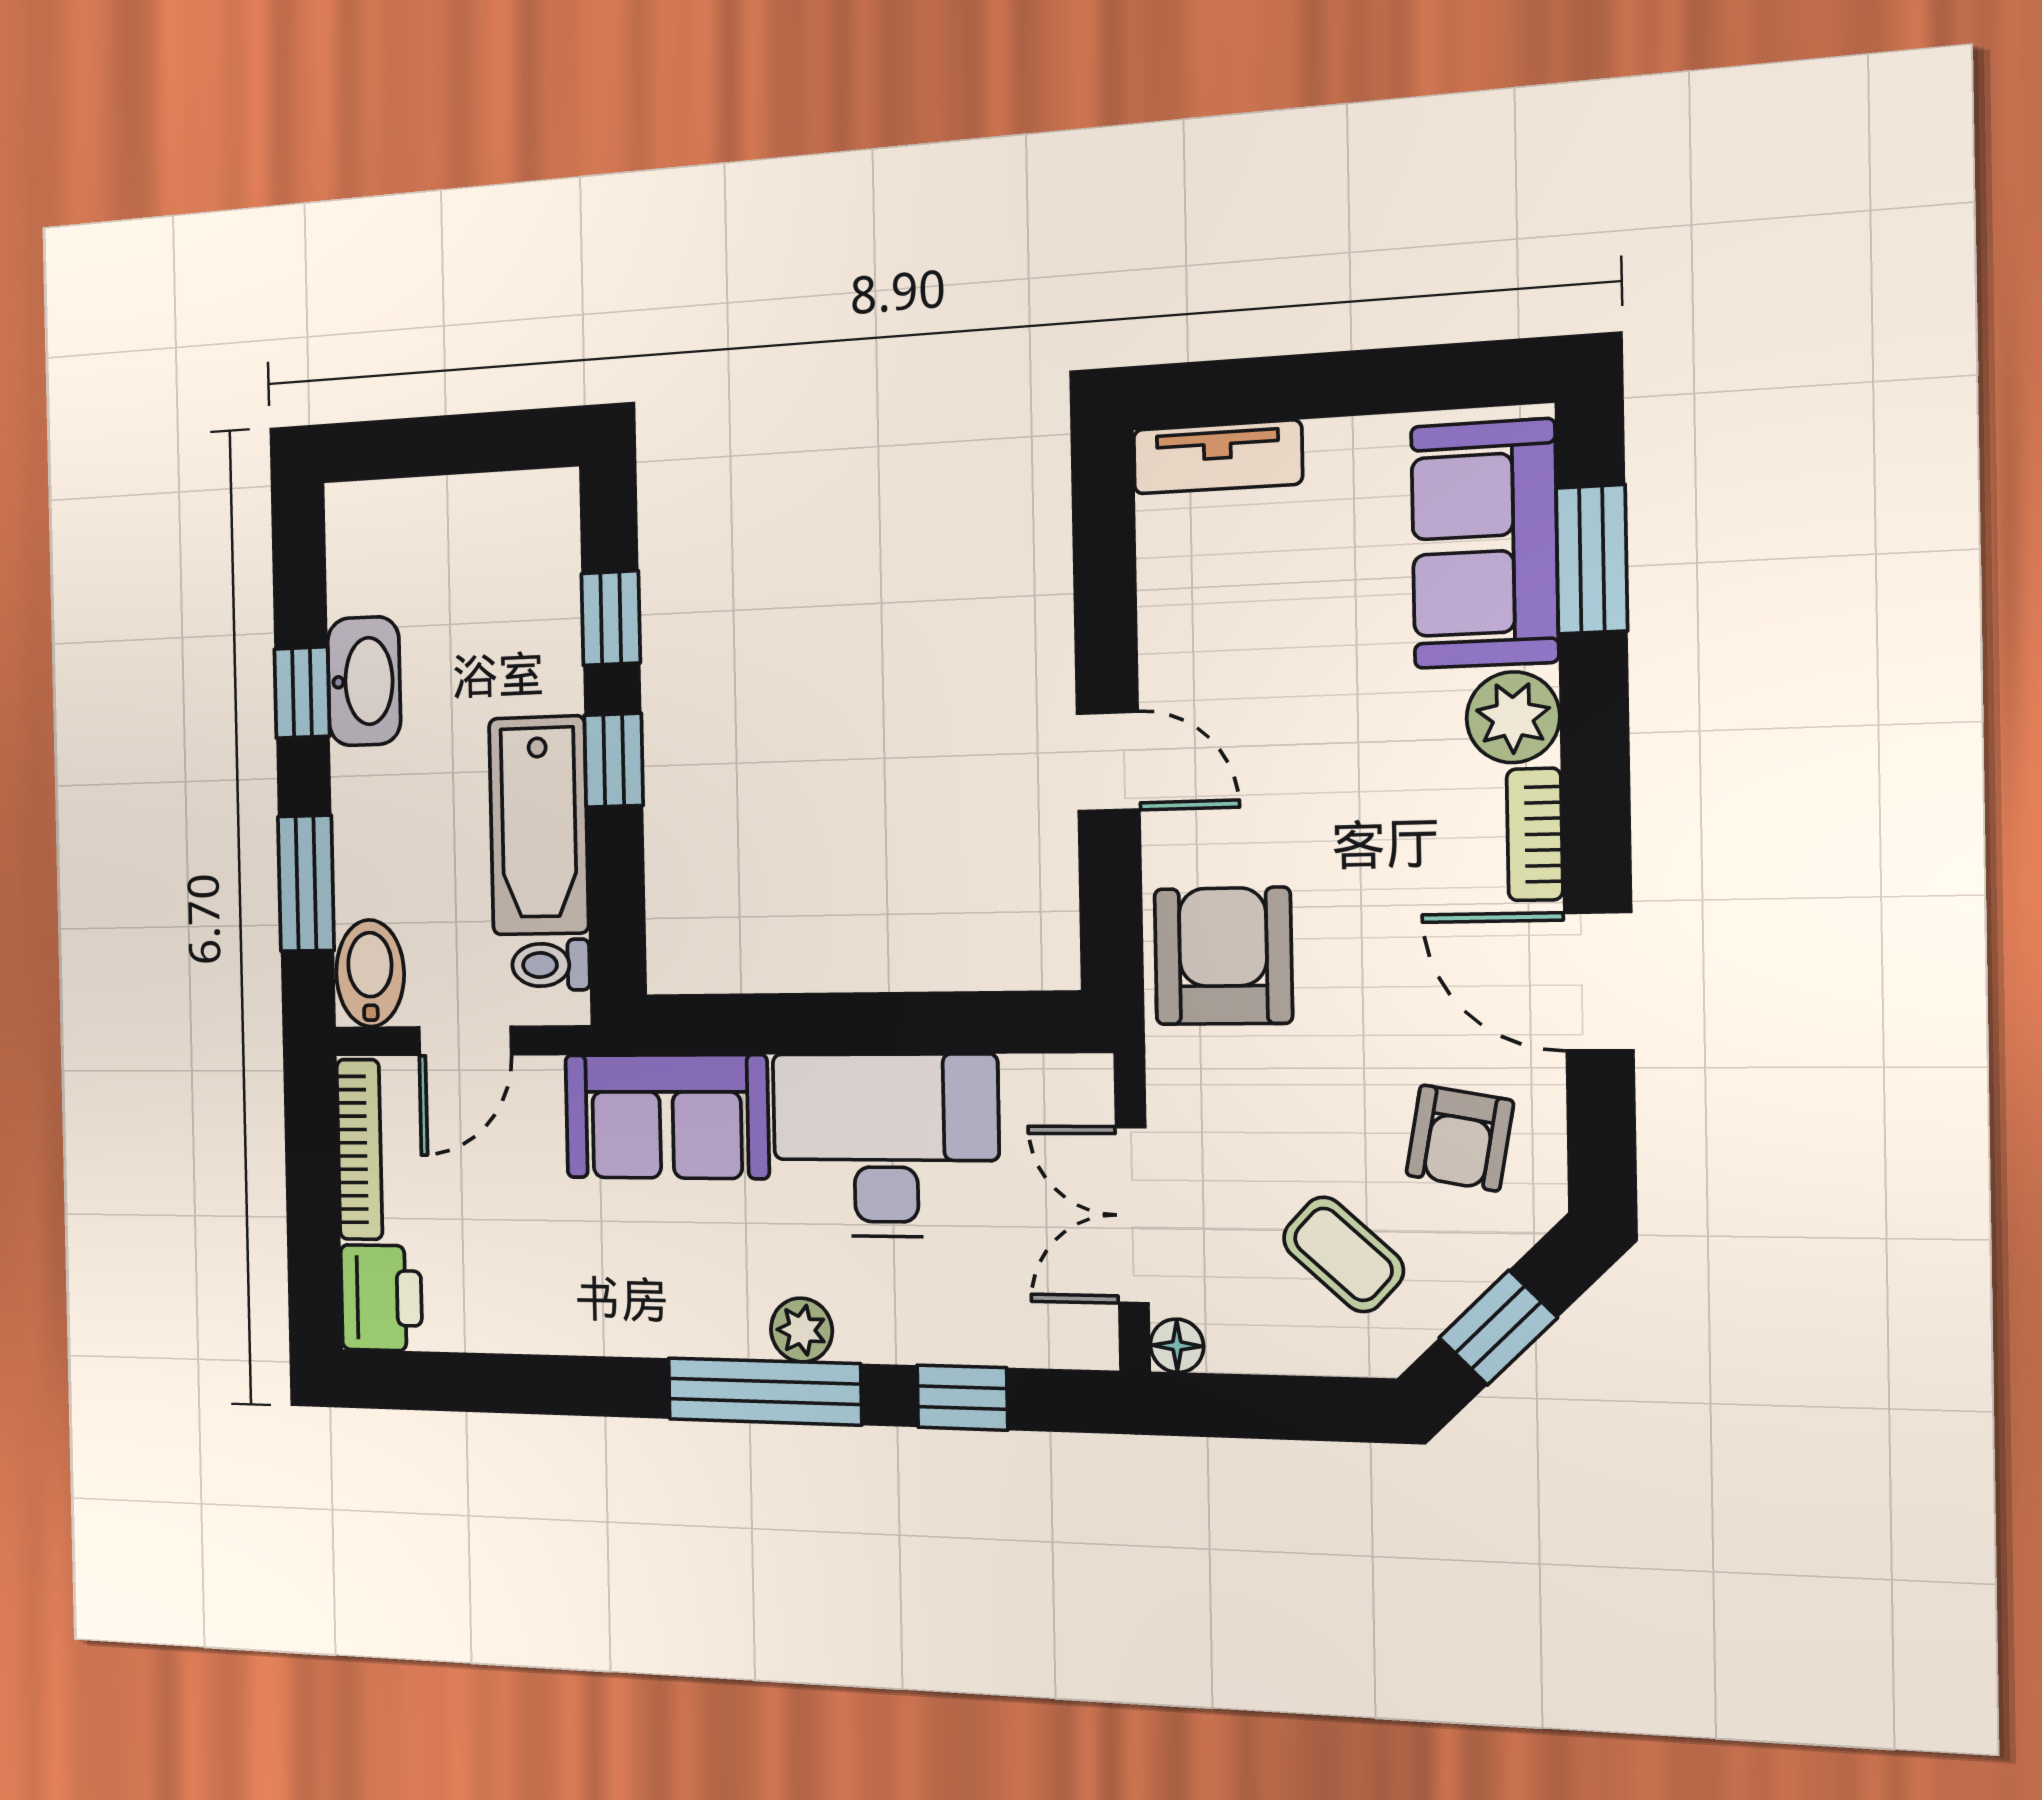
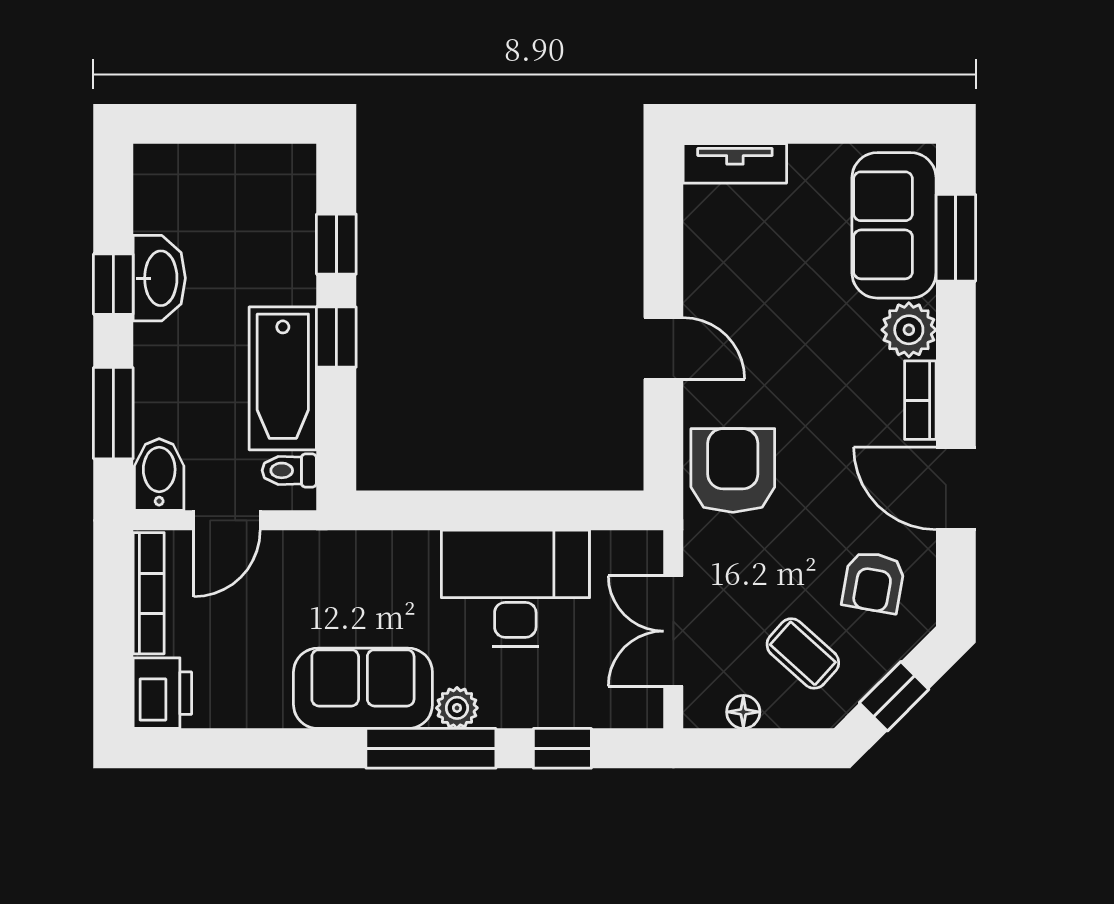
sofa: (666, 1116) -> (363, 688), moved, turned 180
floor lamp: (1177, 1346) -> (743, 712), moved

